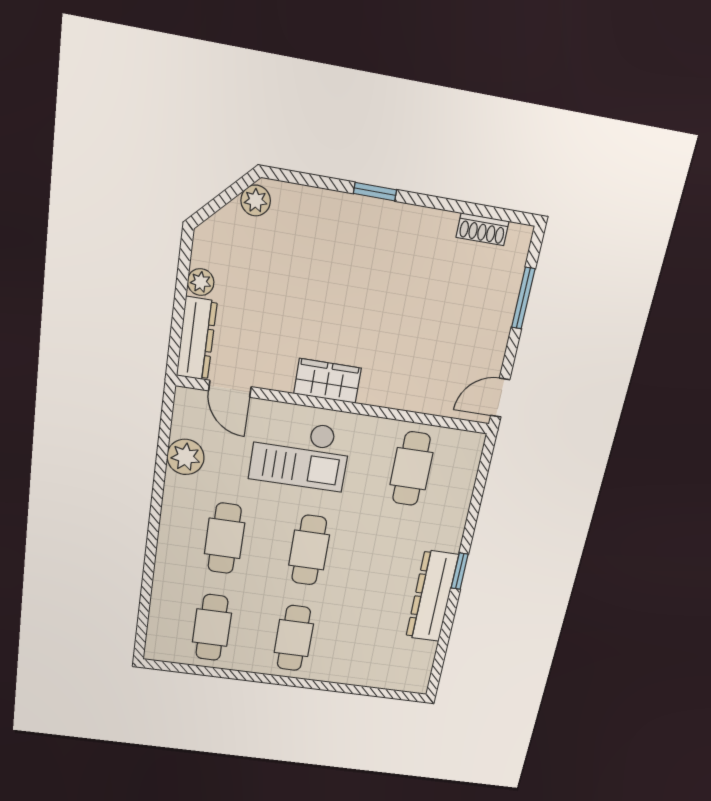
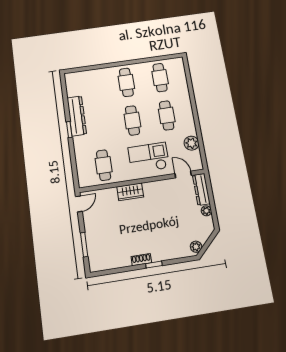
shoe rack: (482, 229) -> (141, 260), moved
wardrobe: (327, 381) -> (130, 192), moved

